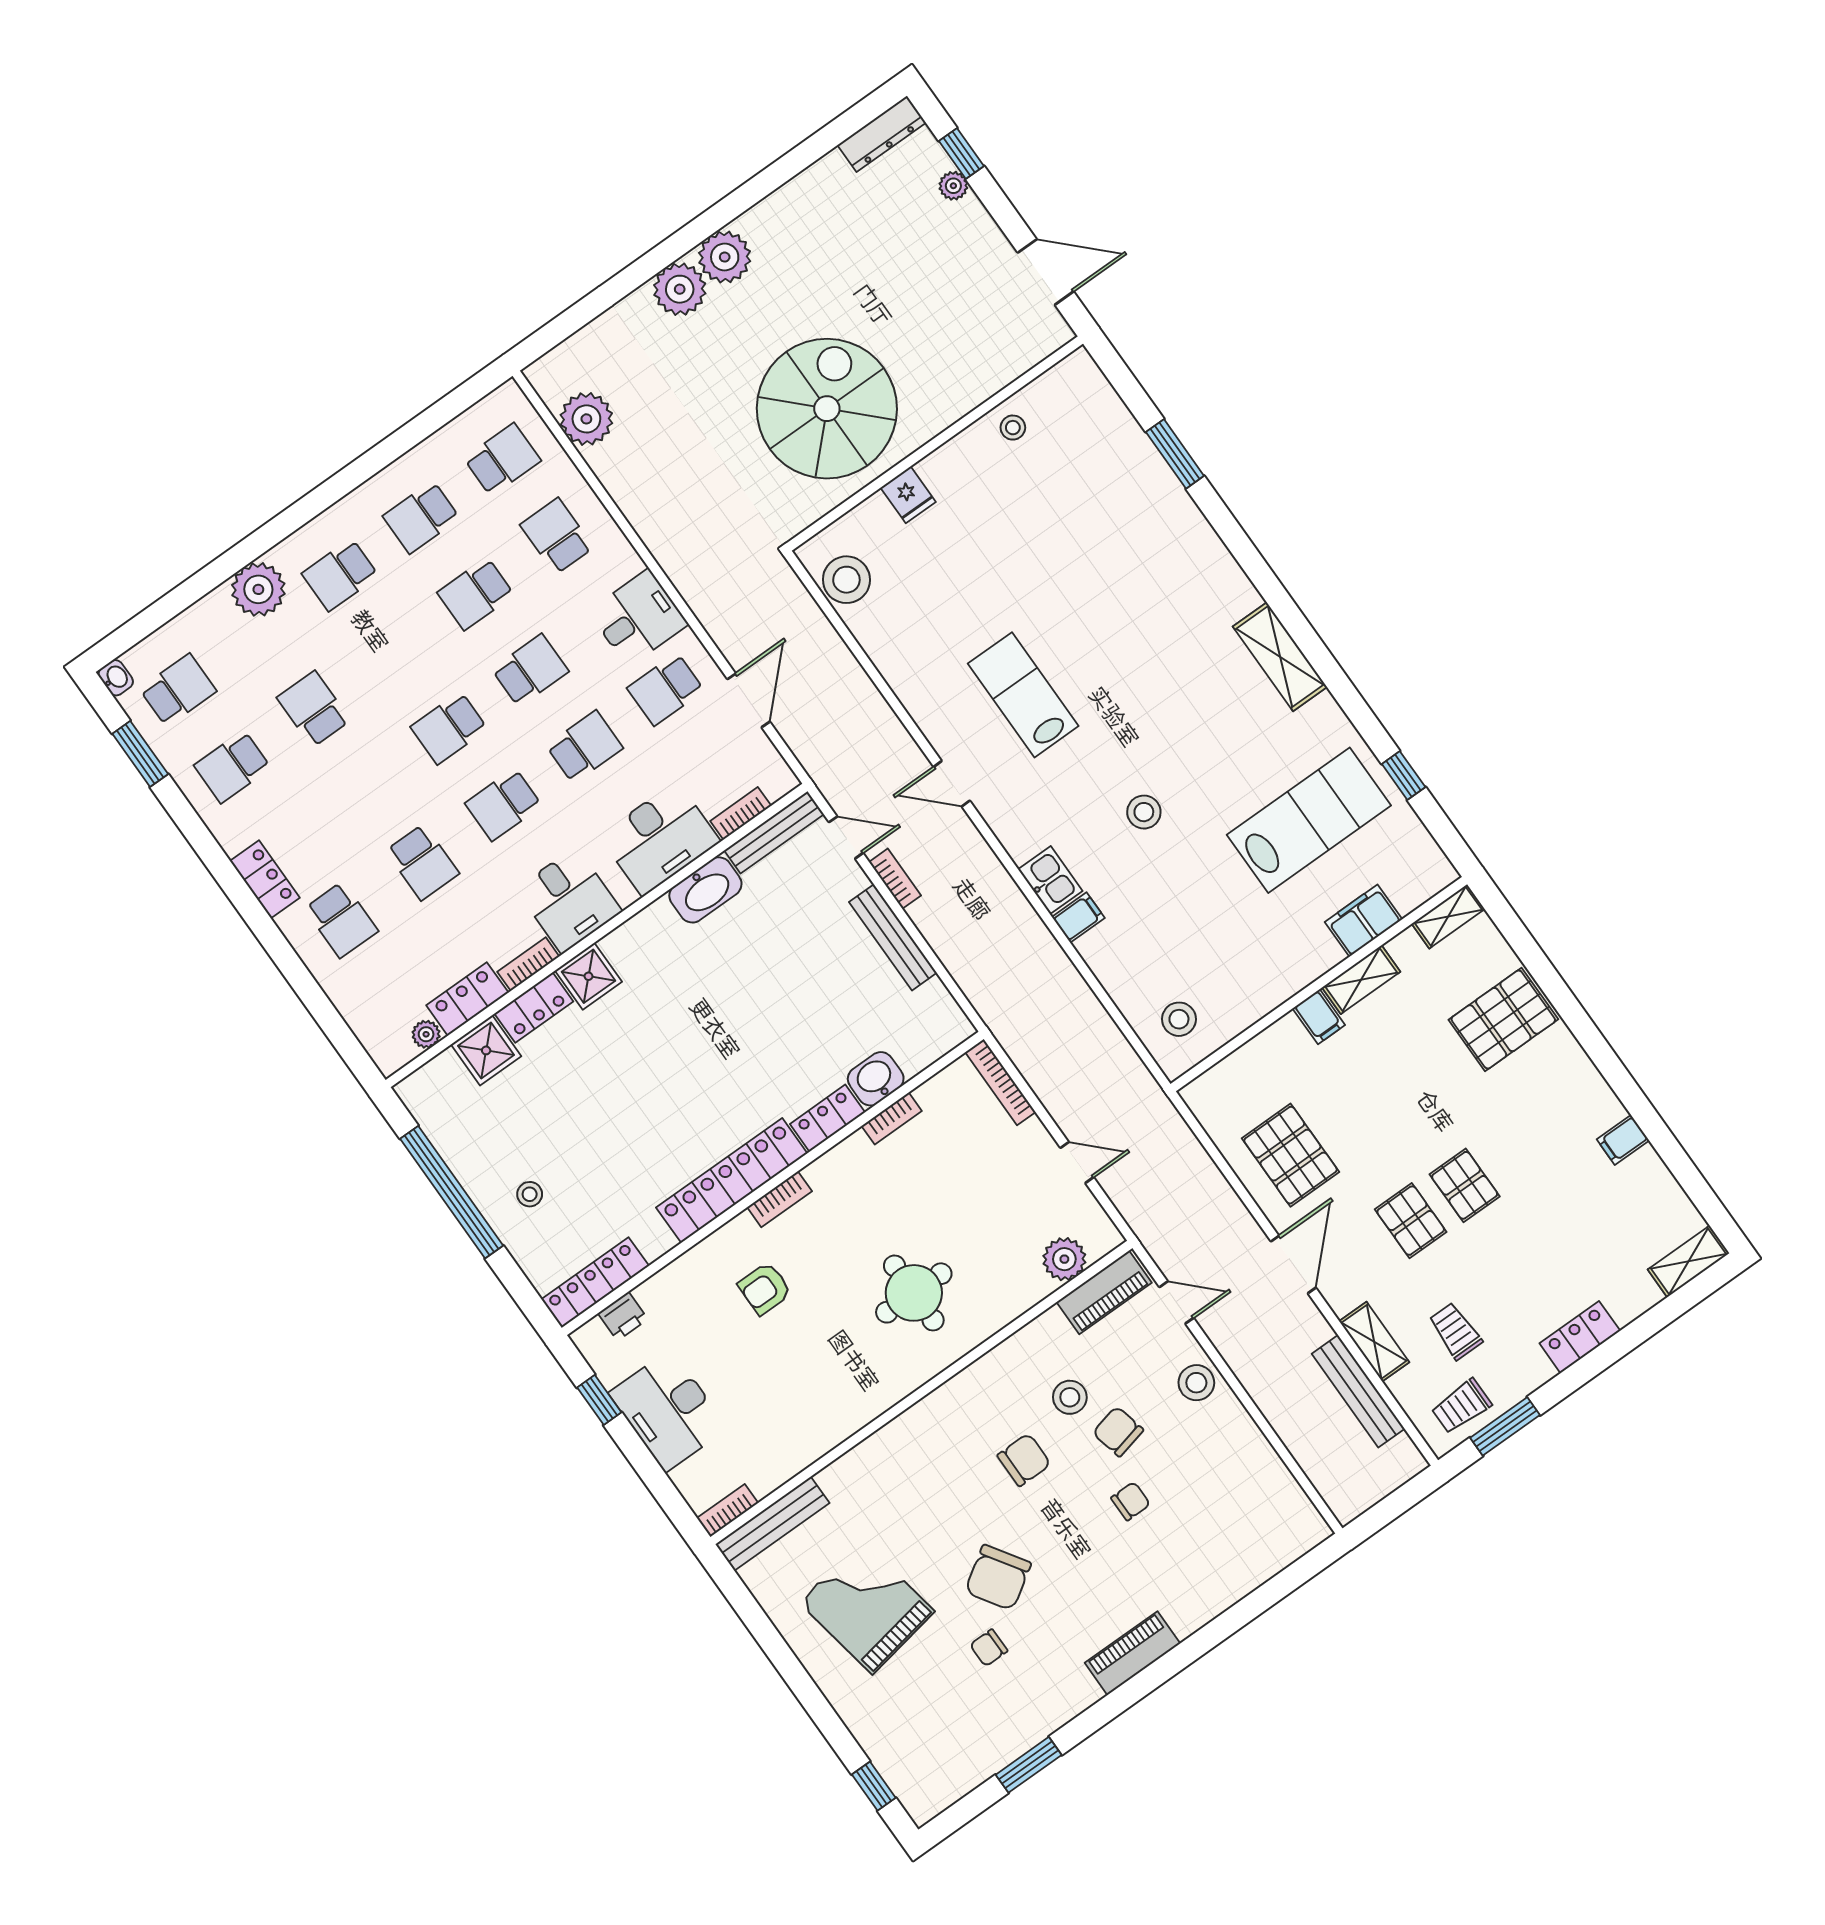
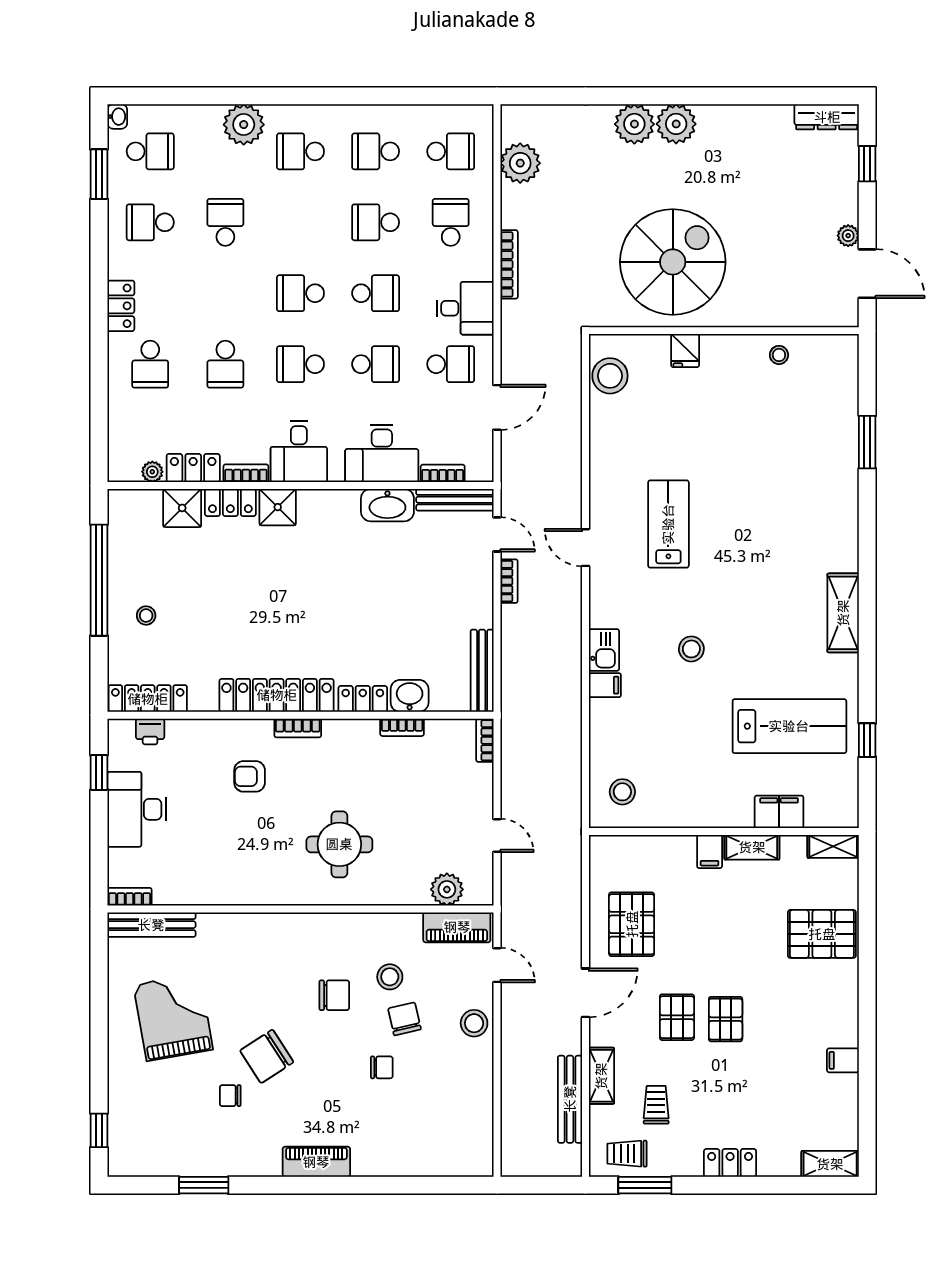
plant: (953, 186) -> (848, 236), moved
bookcase: (652, 537) -> (509, 264), added
school desk: (666, 689) -> (451, 364), turned 180
bench: (893, 937) -> (482, 671), moved
bookcase: (1000, 1082) -> (485, 740), width x0.64

